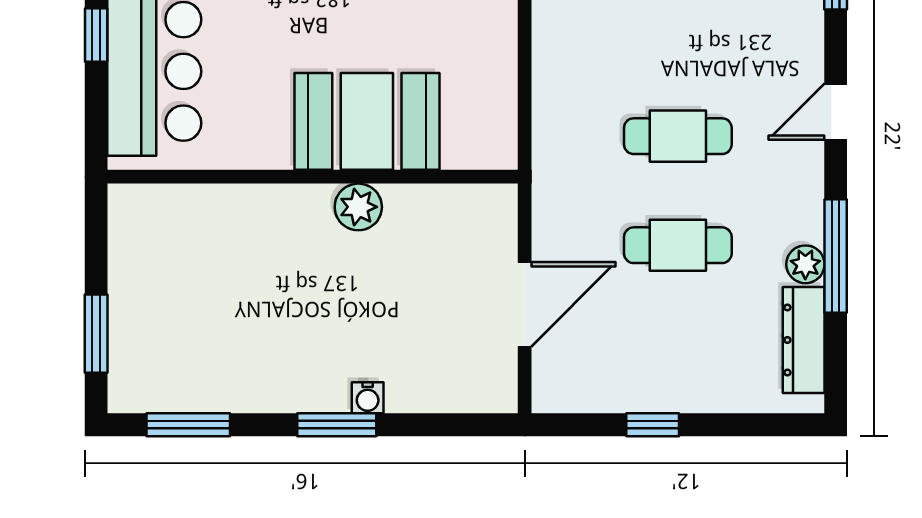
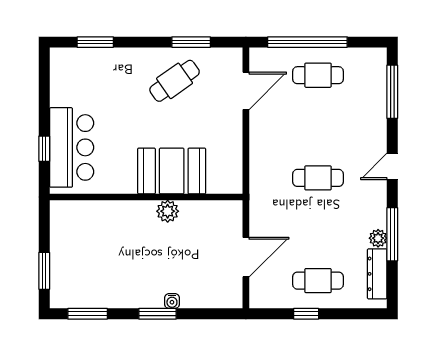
window: (96, 35) -> (44, 149), moved
cafe table: (678, 245) -> (318, 281), moved

